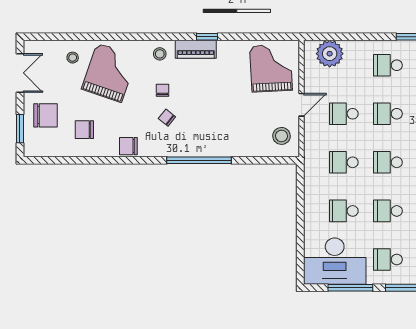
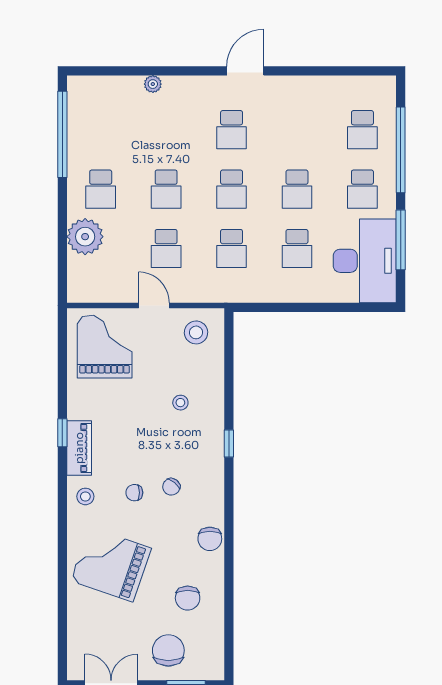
plant: (330, 54) -> (85, 237), moved
stool: (73, 58) -> (180, 403), moved
grand piano: (271, 68) -> (105, 347), turned 93
window: (199, 160) -> (229, 444), width x0.32

